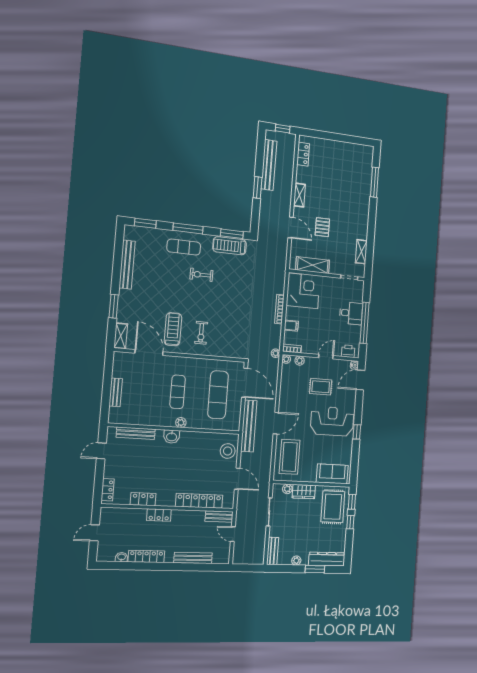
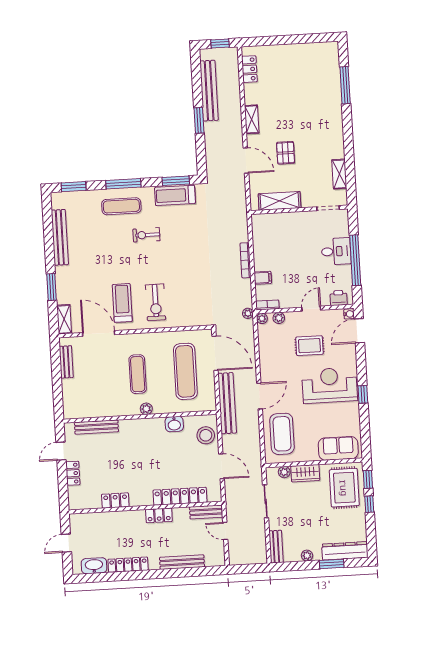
corner desk: (303, 291) -> (272, 234), removed
exercise bike: (201, 333) -> (156, 302), width x1.38, depth x1.39
bench: (116, 392) -> (66, 362), moved
washbasin: (172, 437) -> (174, 424), moved
locker: (108, 490) -> (73, 473), moved
locker: (159, 515) -> (159, 515), moved
washbasin: (122, 557) -> (94, 566), width x1.91, depth x1.45

